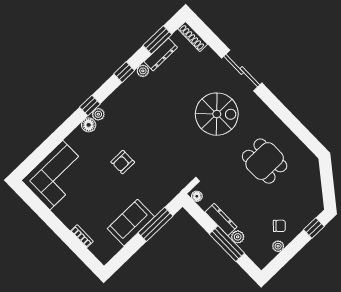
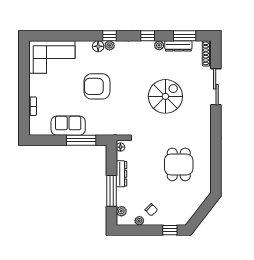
sliding door: (242, 71) -> (216, 87), moved
spiral stairs: (217, 114) -> (165, 96), moved, turned -90
armchair: (123, 162) -> (97, 86), width x1.88, depth x1.88
plant: (238, 237) -> (121, 211), moved

